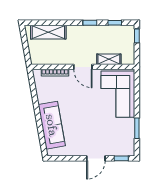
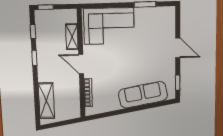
door: (83, 67) -> (81, 64), swing flipped
window: (121, 158) -> (178, 83), moved

